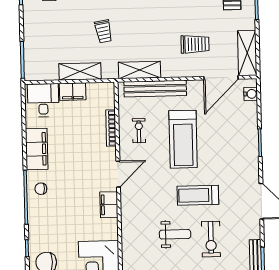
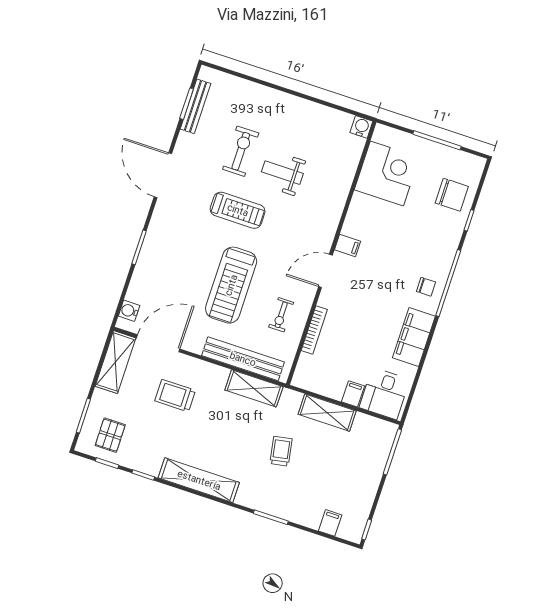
filing cabinet: (73, 92) -> (353, 394), width x0.50
treadmill: (183, 139) -> (231, 285), turned 180
filing cabinet: (109, 205) -> (348, 246), width x0.50

